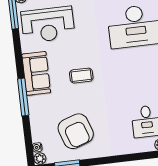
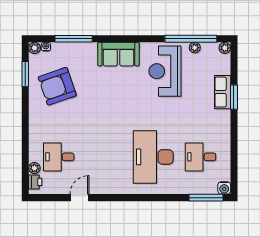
coffee table: (81, 76) -> (111, 98), removed
window: (23, 97) -> (74, 39), moved

